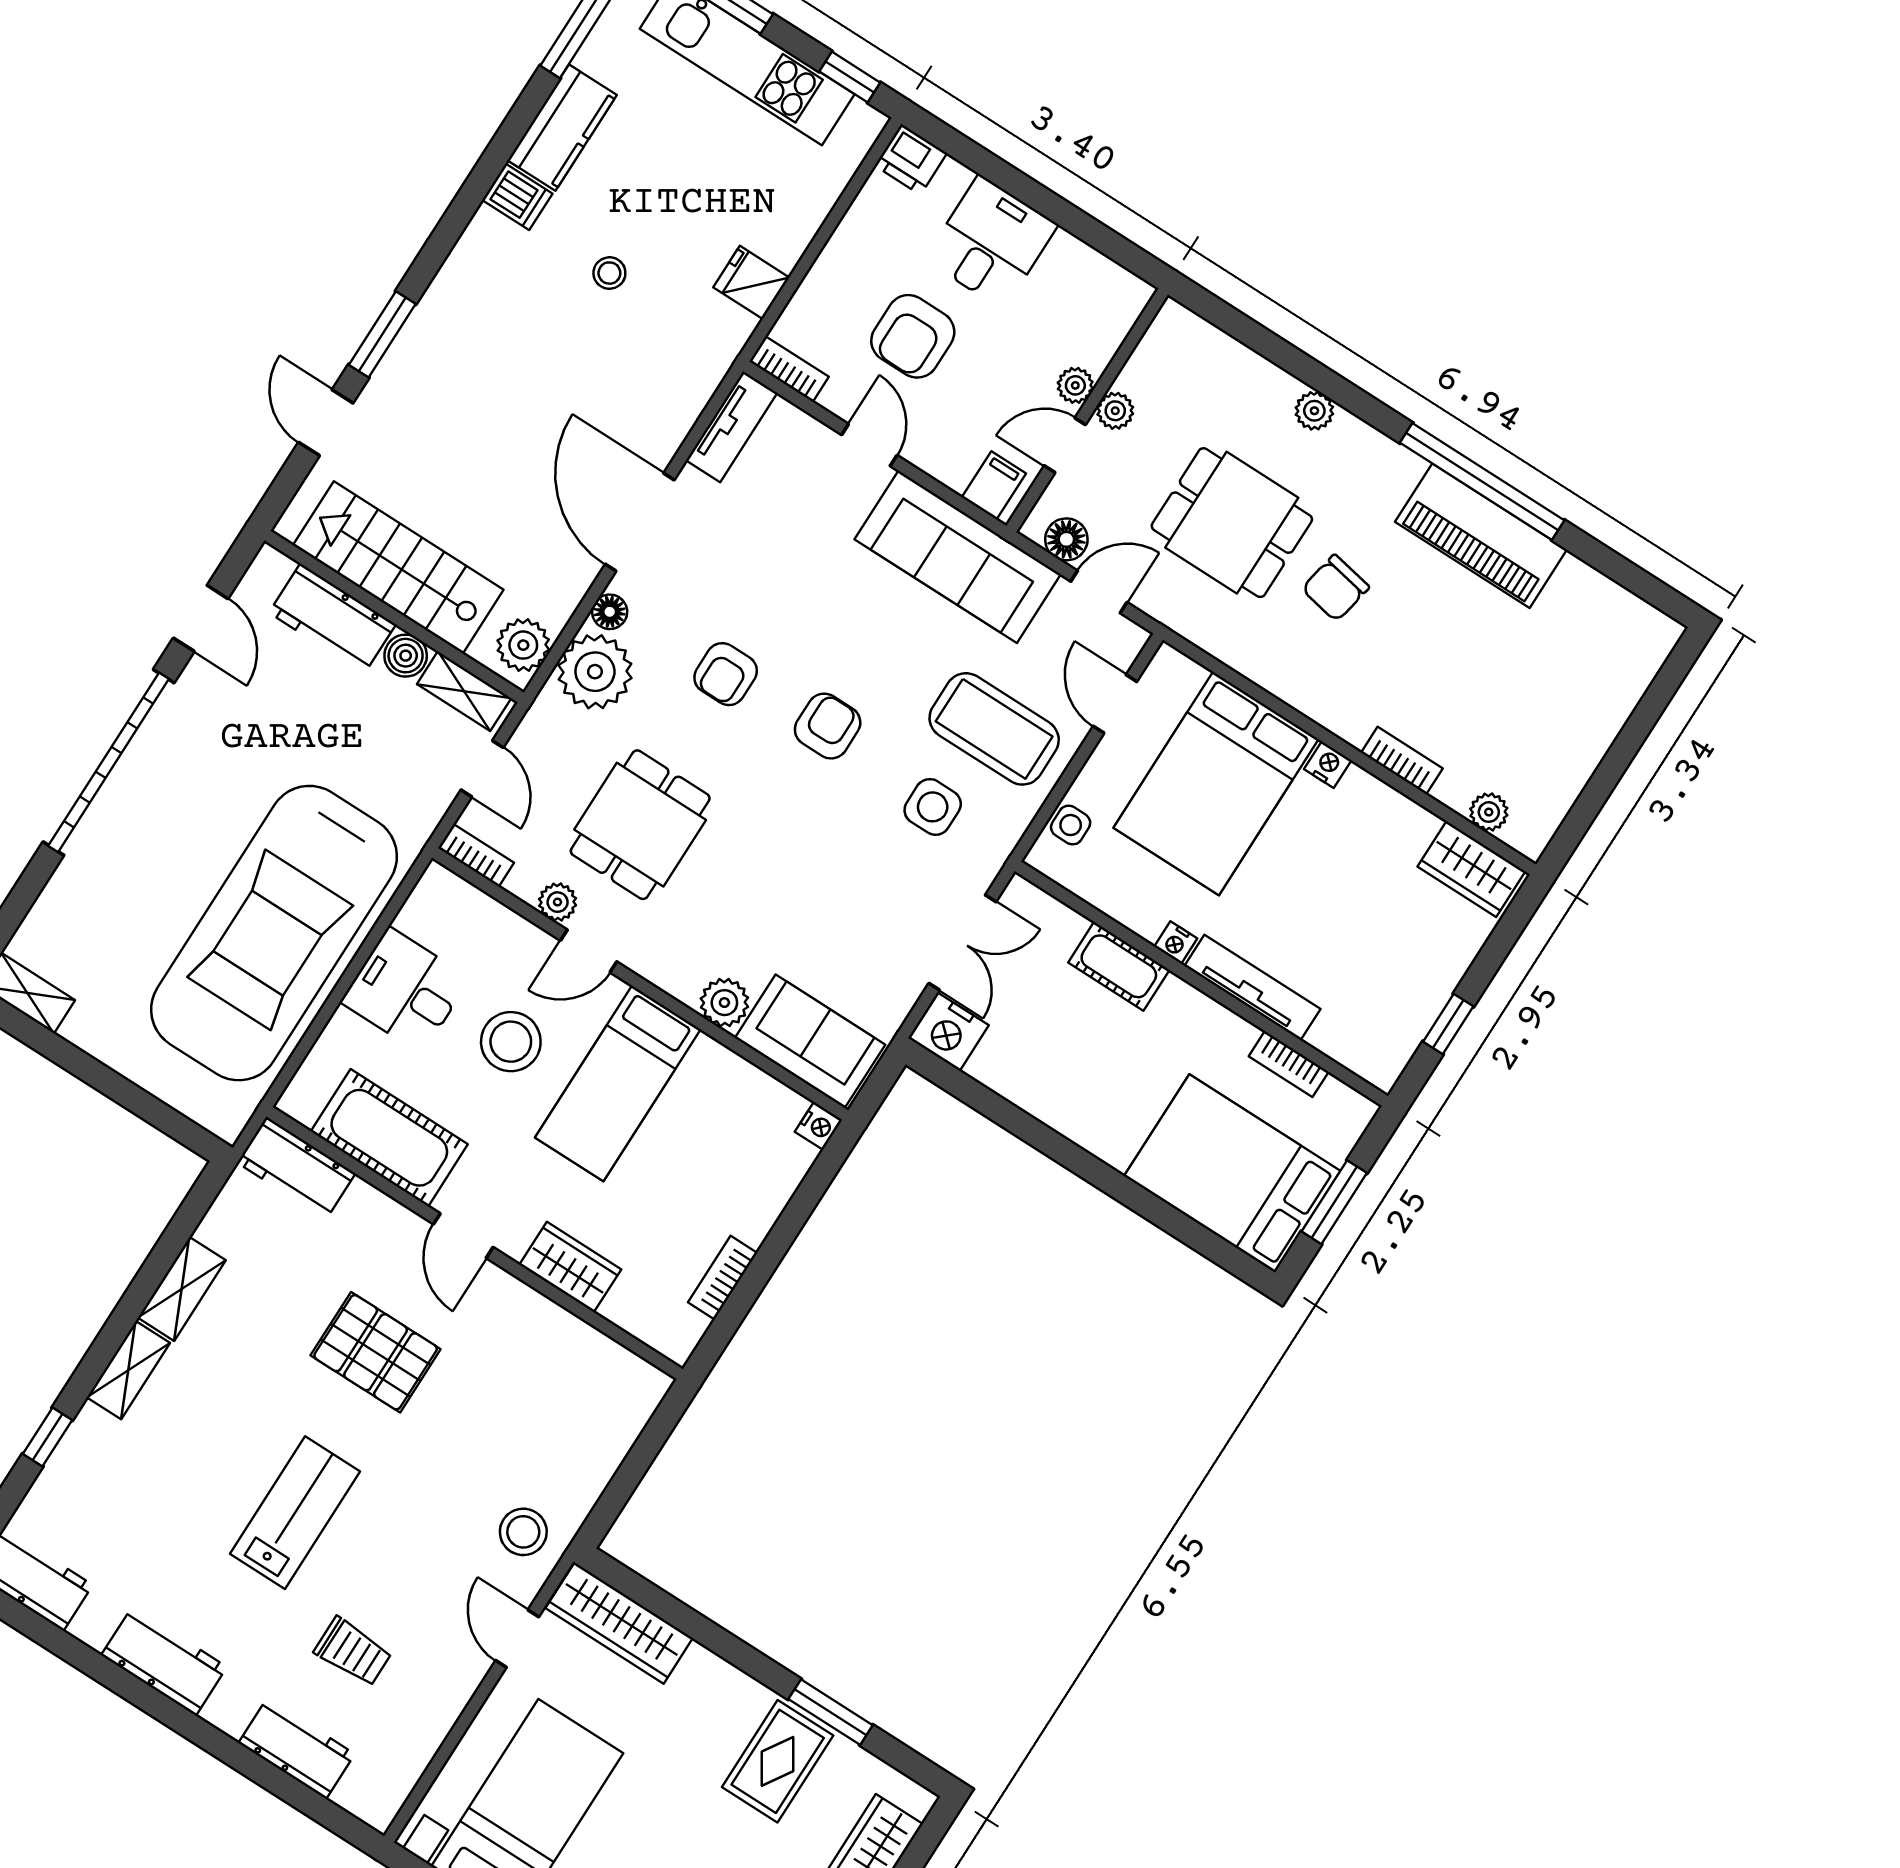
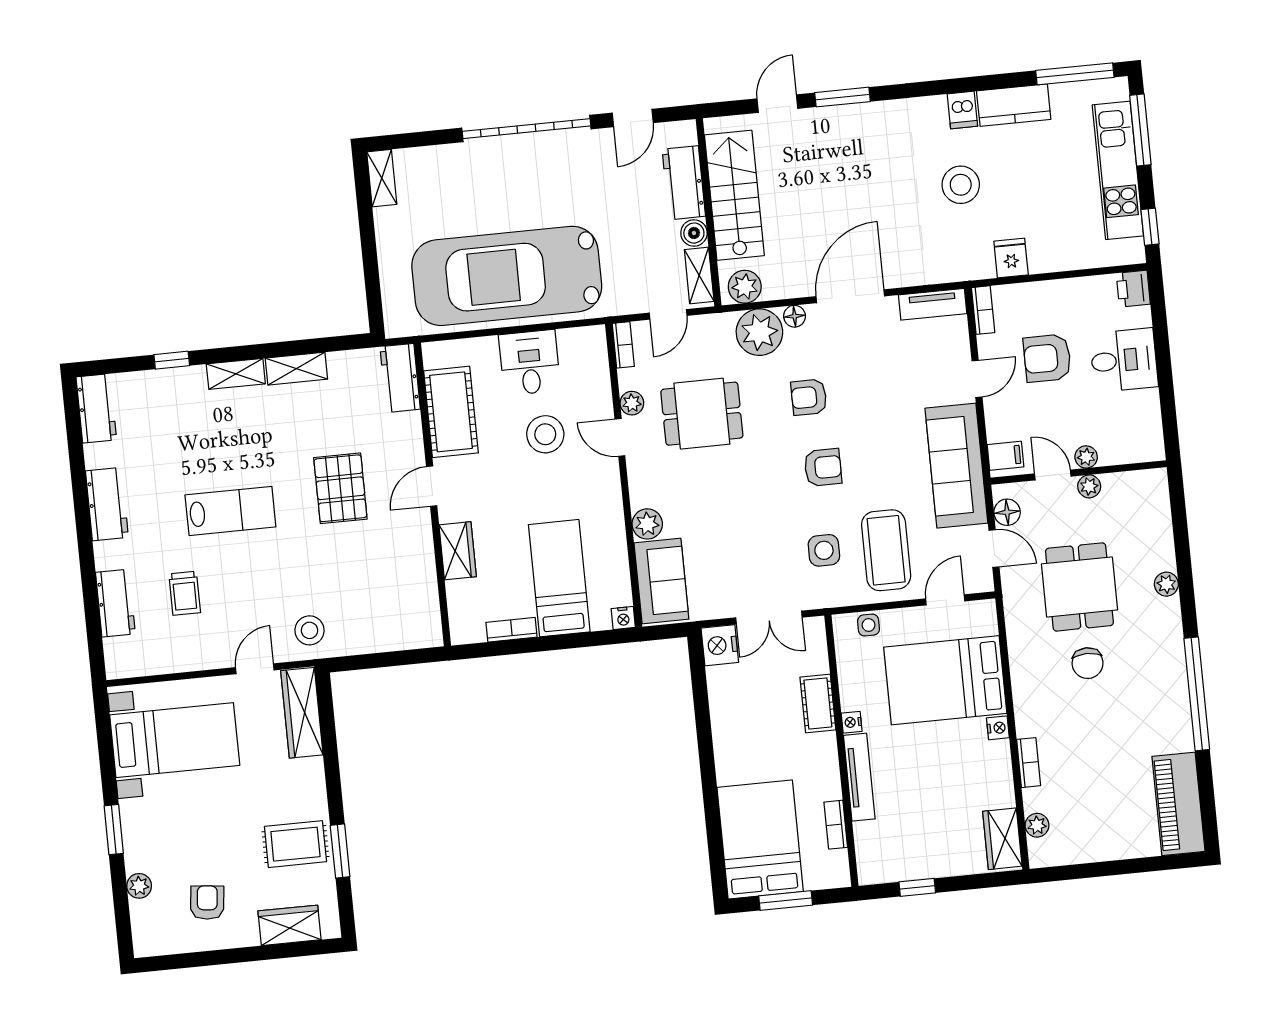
stool: (609, 273) -> (961, 185), width x1.89, depth x1.89
piano: (1481, 536) -> (1178, 804), moved
chair: (1335, 588) -> (1088, 663), turned -101
bed: (618, 1083) -> (559, 578), moved, turned 90

